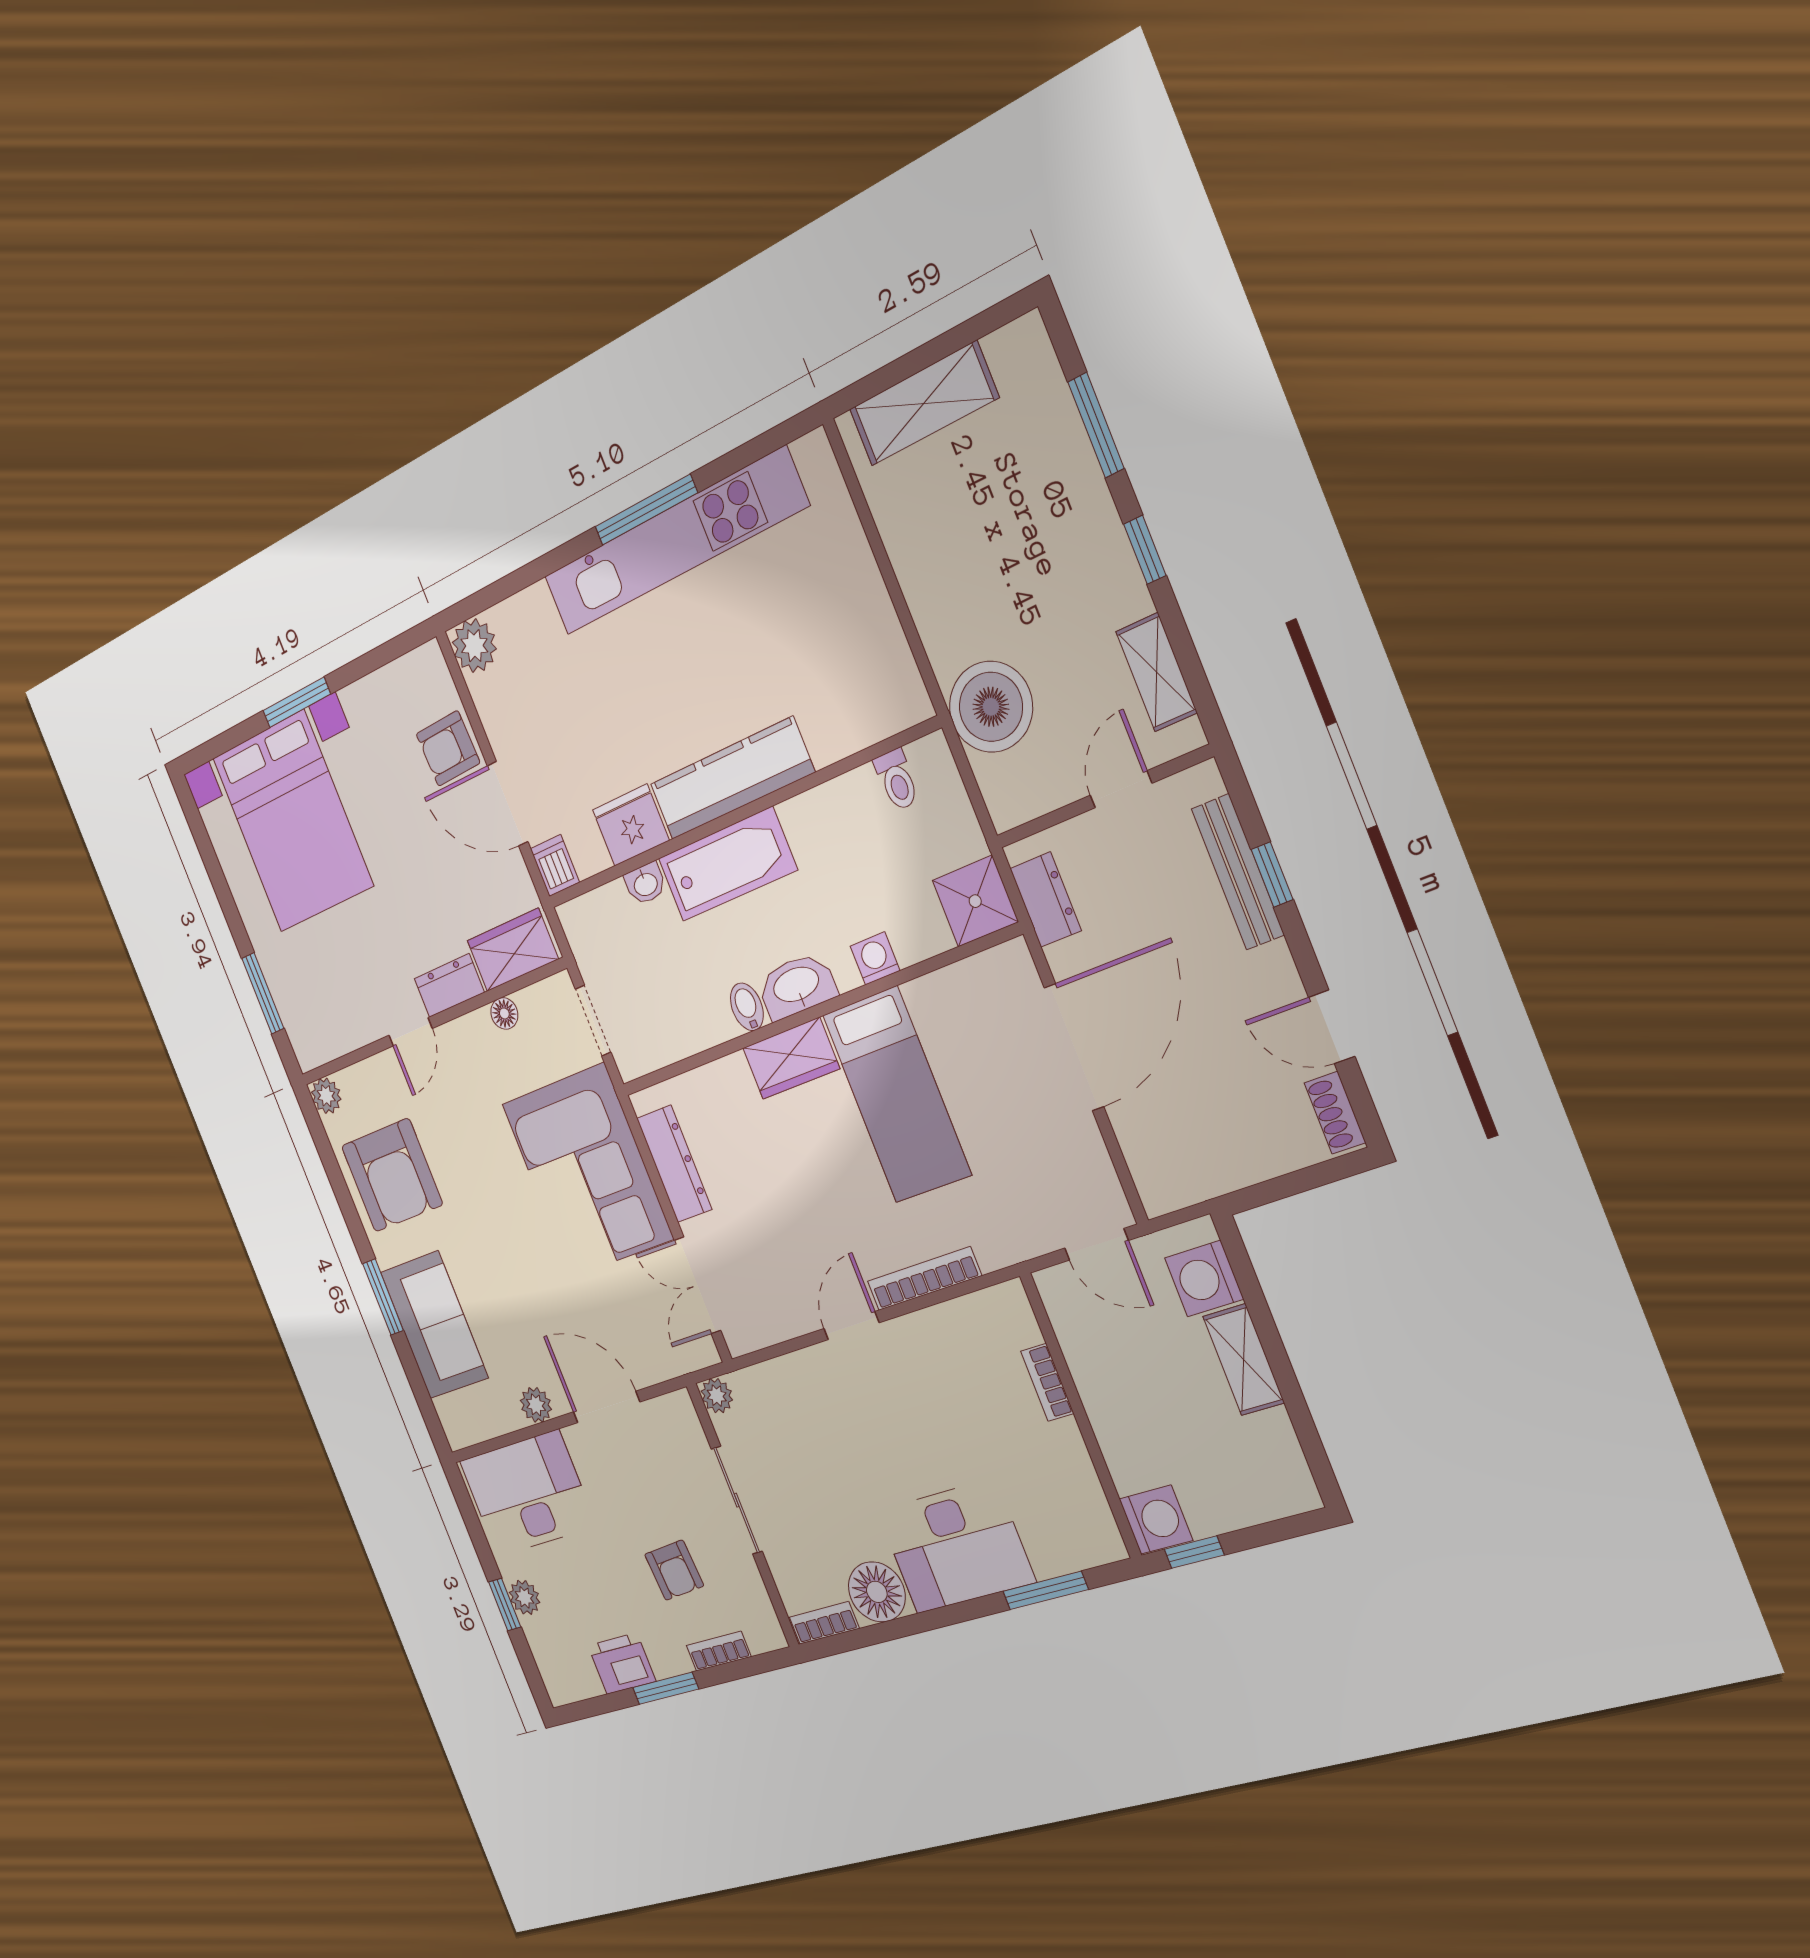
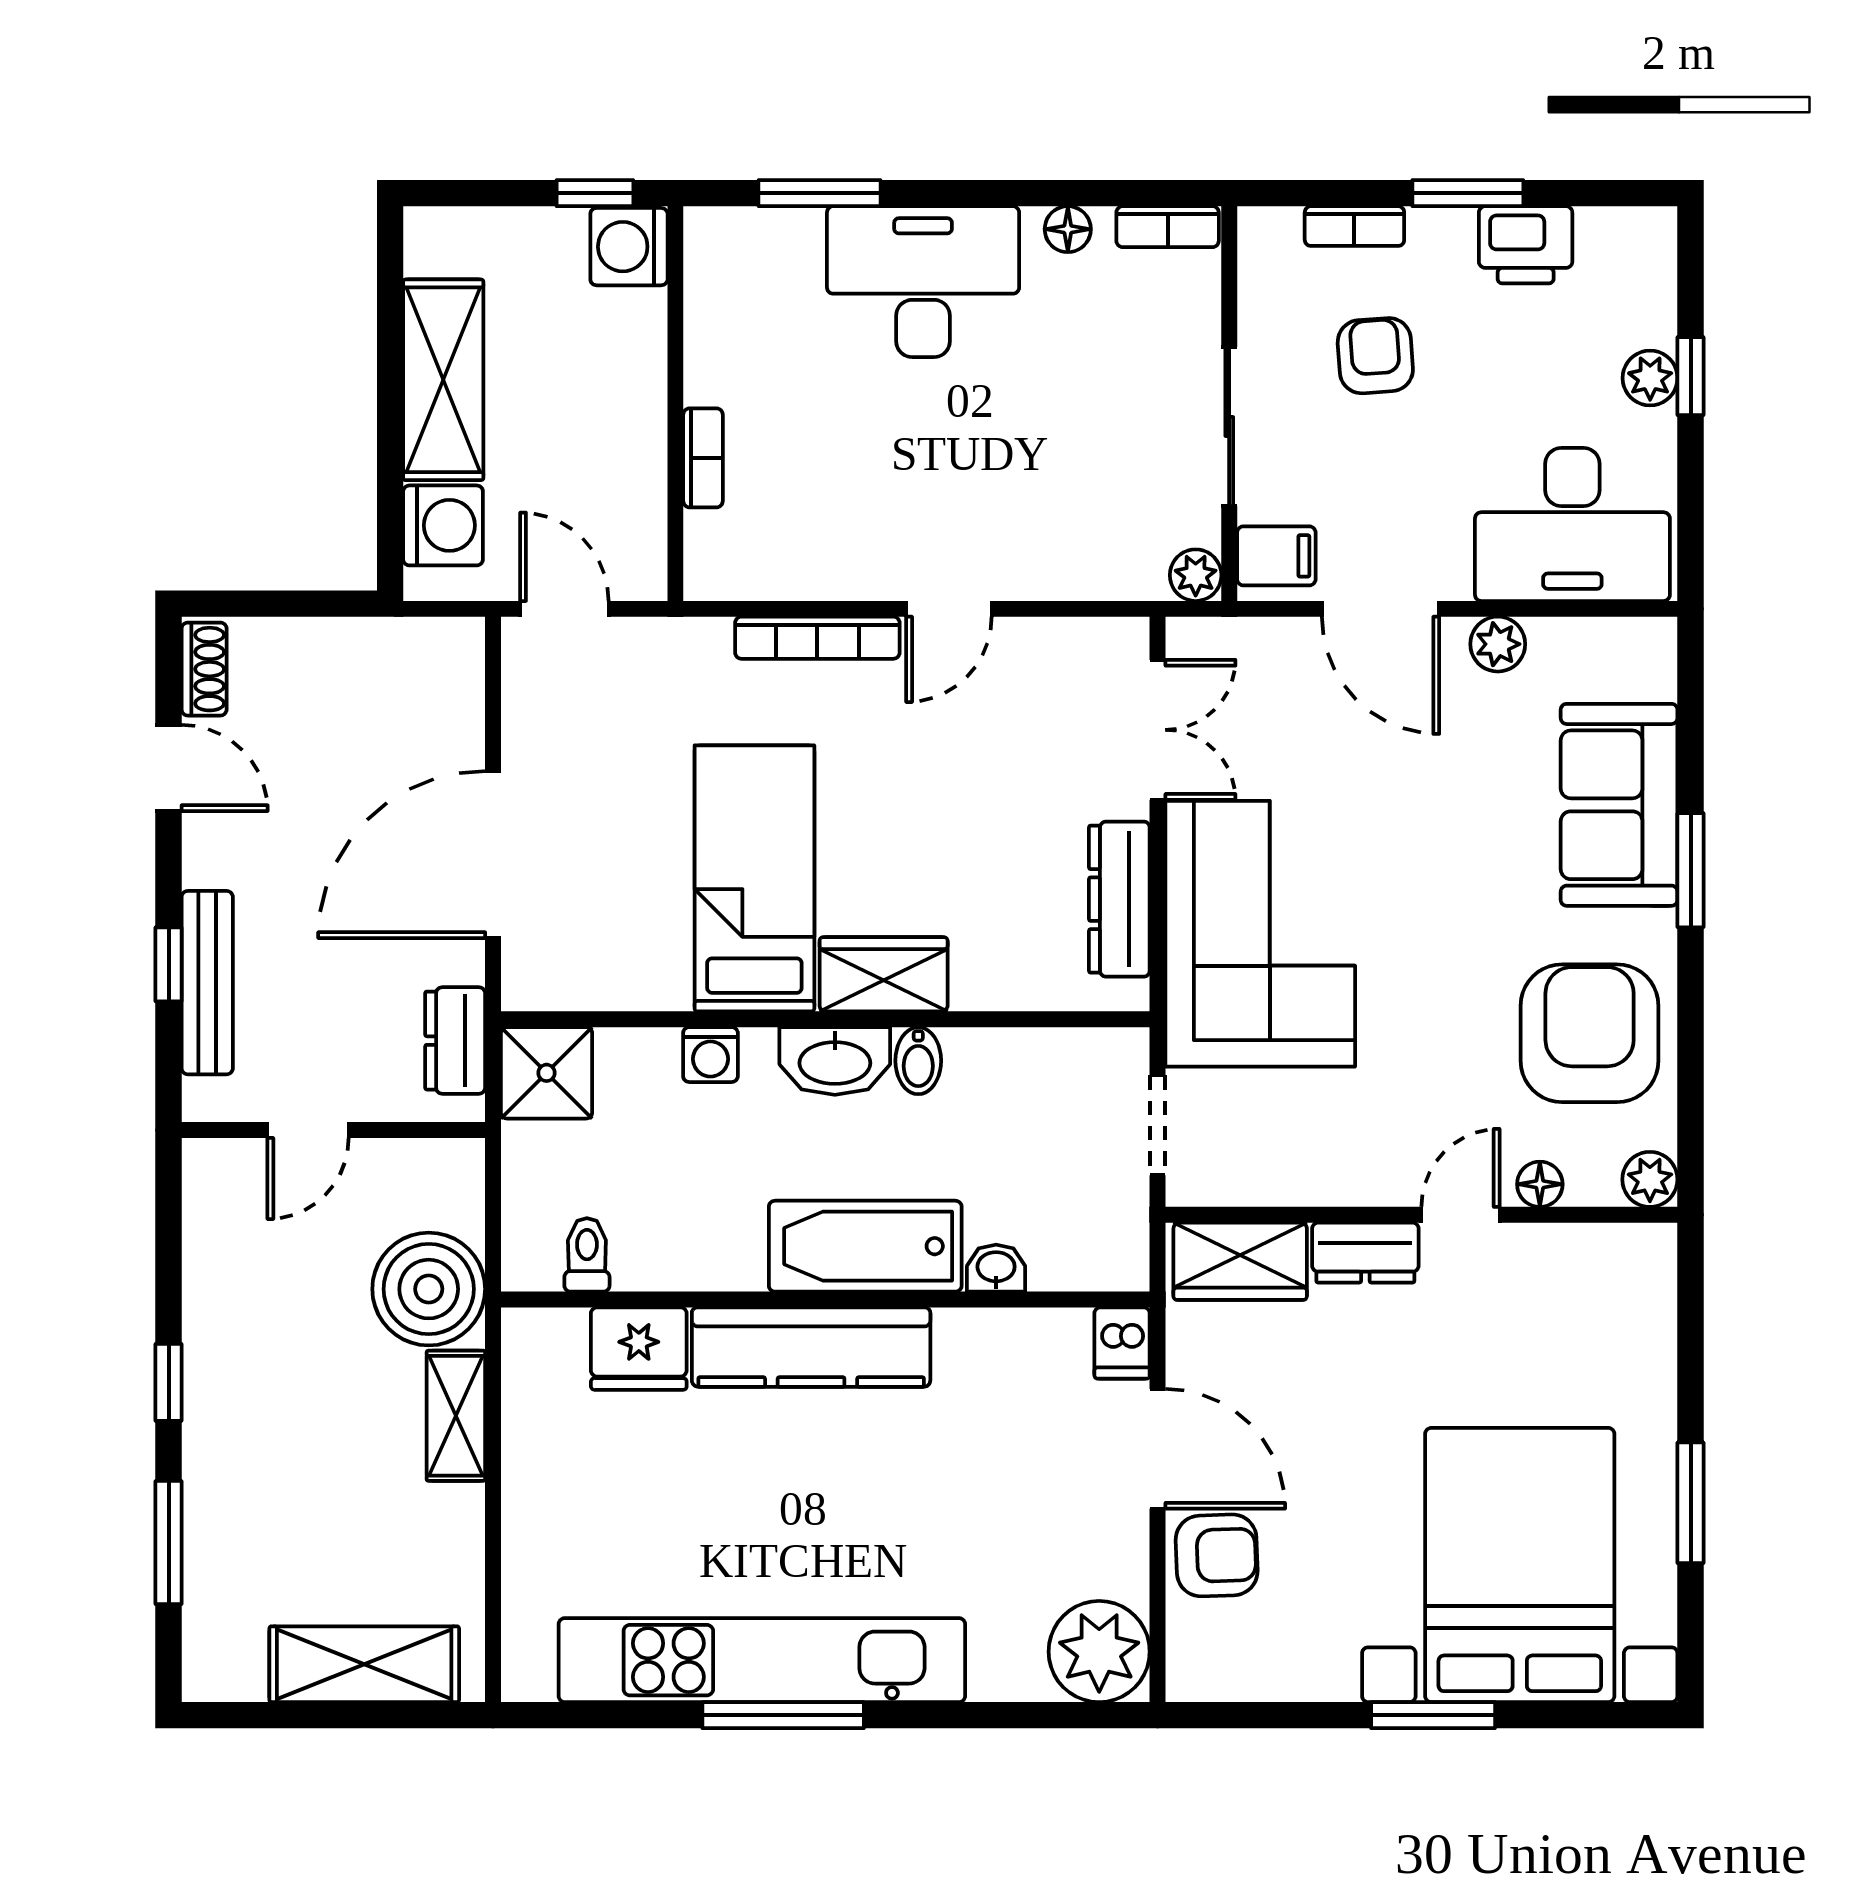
plant: (474, 646) -> (1099, 1652), width x1.36, depth x1.36
shelving: (1157, 672) -> (456, 1416), moved
fridge: (631, 825) -> (639, 1349), moved
window: (263, 993) -> (1691, 1503), moved
floor lamp: (504, 1013) -> (1540, 1184), moved
shelving: (1244, 1360) -> (443, 380), width x1.50, depth x1.33
filing cabinet: (677, 1423) -> (1276, 556), added
floor lamp: (877, 1592) -> (1068, 229), width x0.53, depth x0.53

